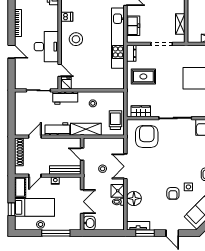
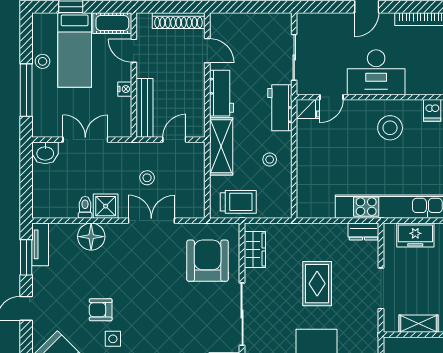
rug: (143, 76) -> (317, 284), moved
armchair: (147, 136) -> (208, 261), turned -90
double door: (82, 202) -> (85, 140), swing flipped

